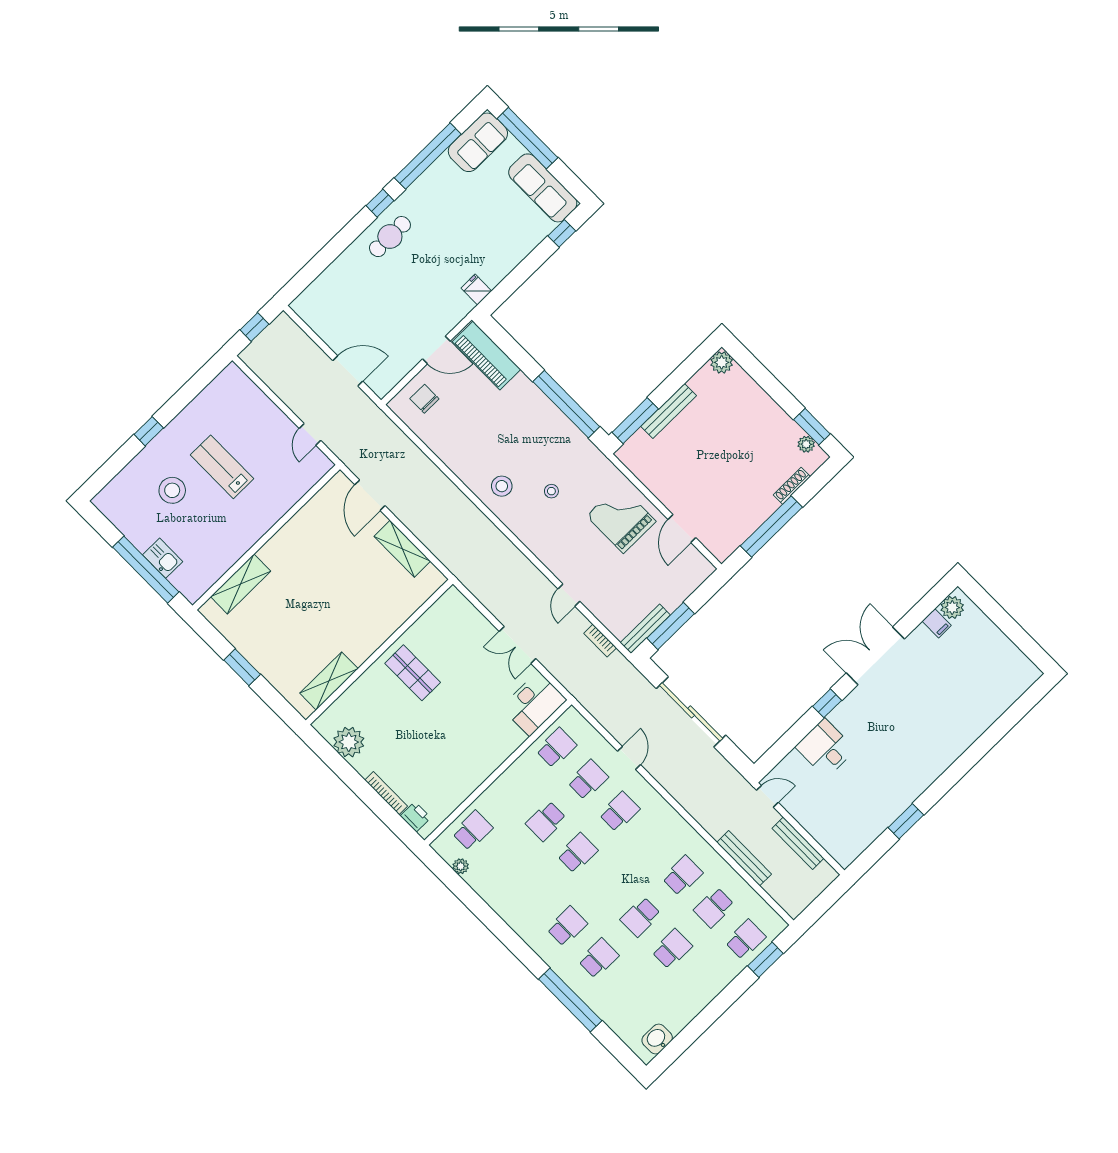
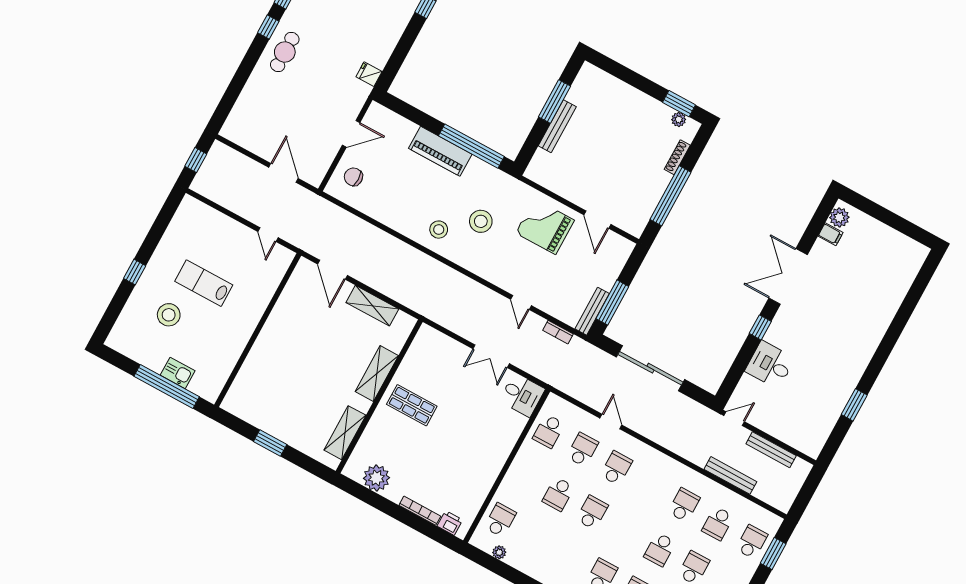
piano: (486, 356) -> (440, 151), moved
plant: (722, 362) -> (589, 73), removed
door: (348, 371) -> (283, 173), hinge flipped
window: (635, 421) -> (555, 101), moved
stool: (551, 491) -> (481, 221), width x1.89, depth x1.89
shelving: (241, 584) -> (377, 374), moved
desk: (534, 704) -> (522, 395), width x0.73
school desk: (556, 748) -> (549, 431), turned 180

